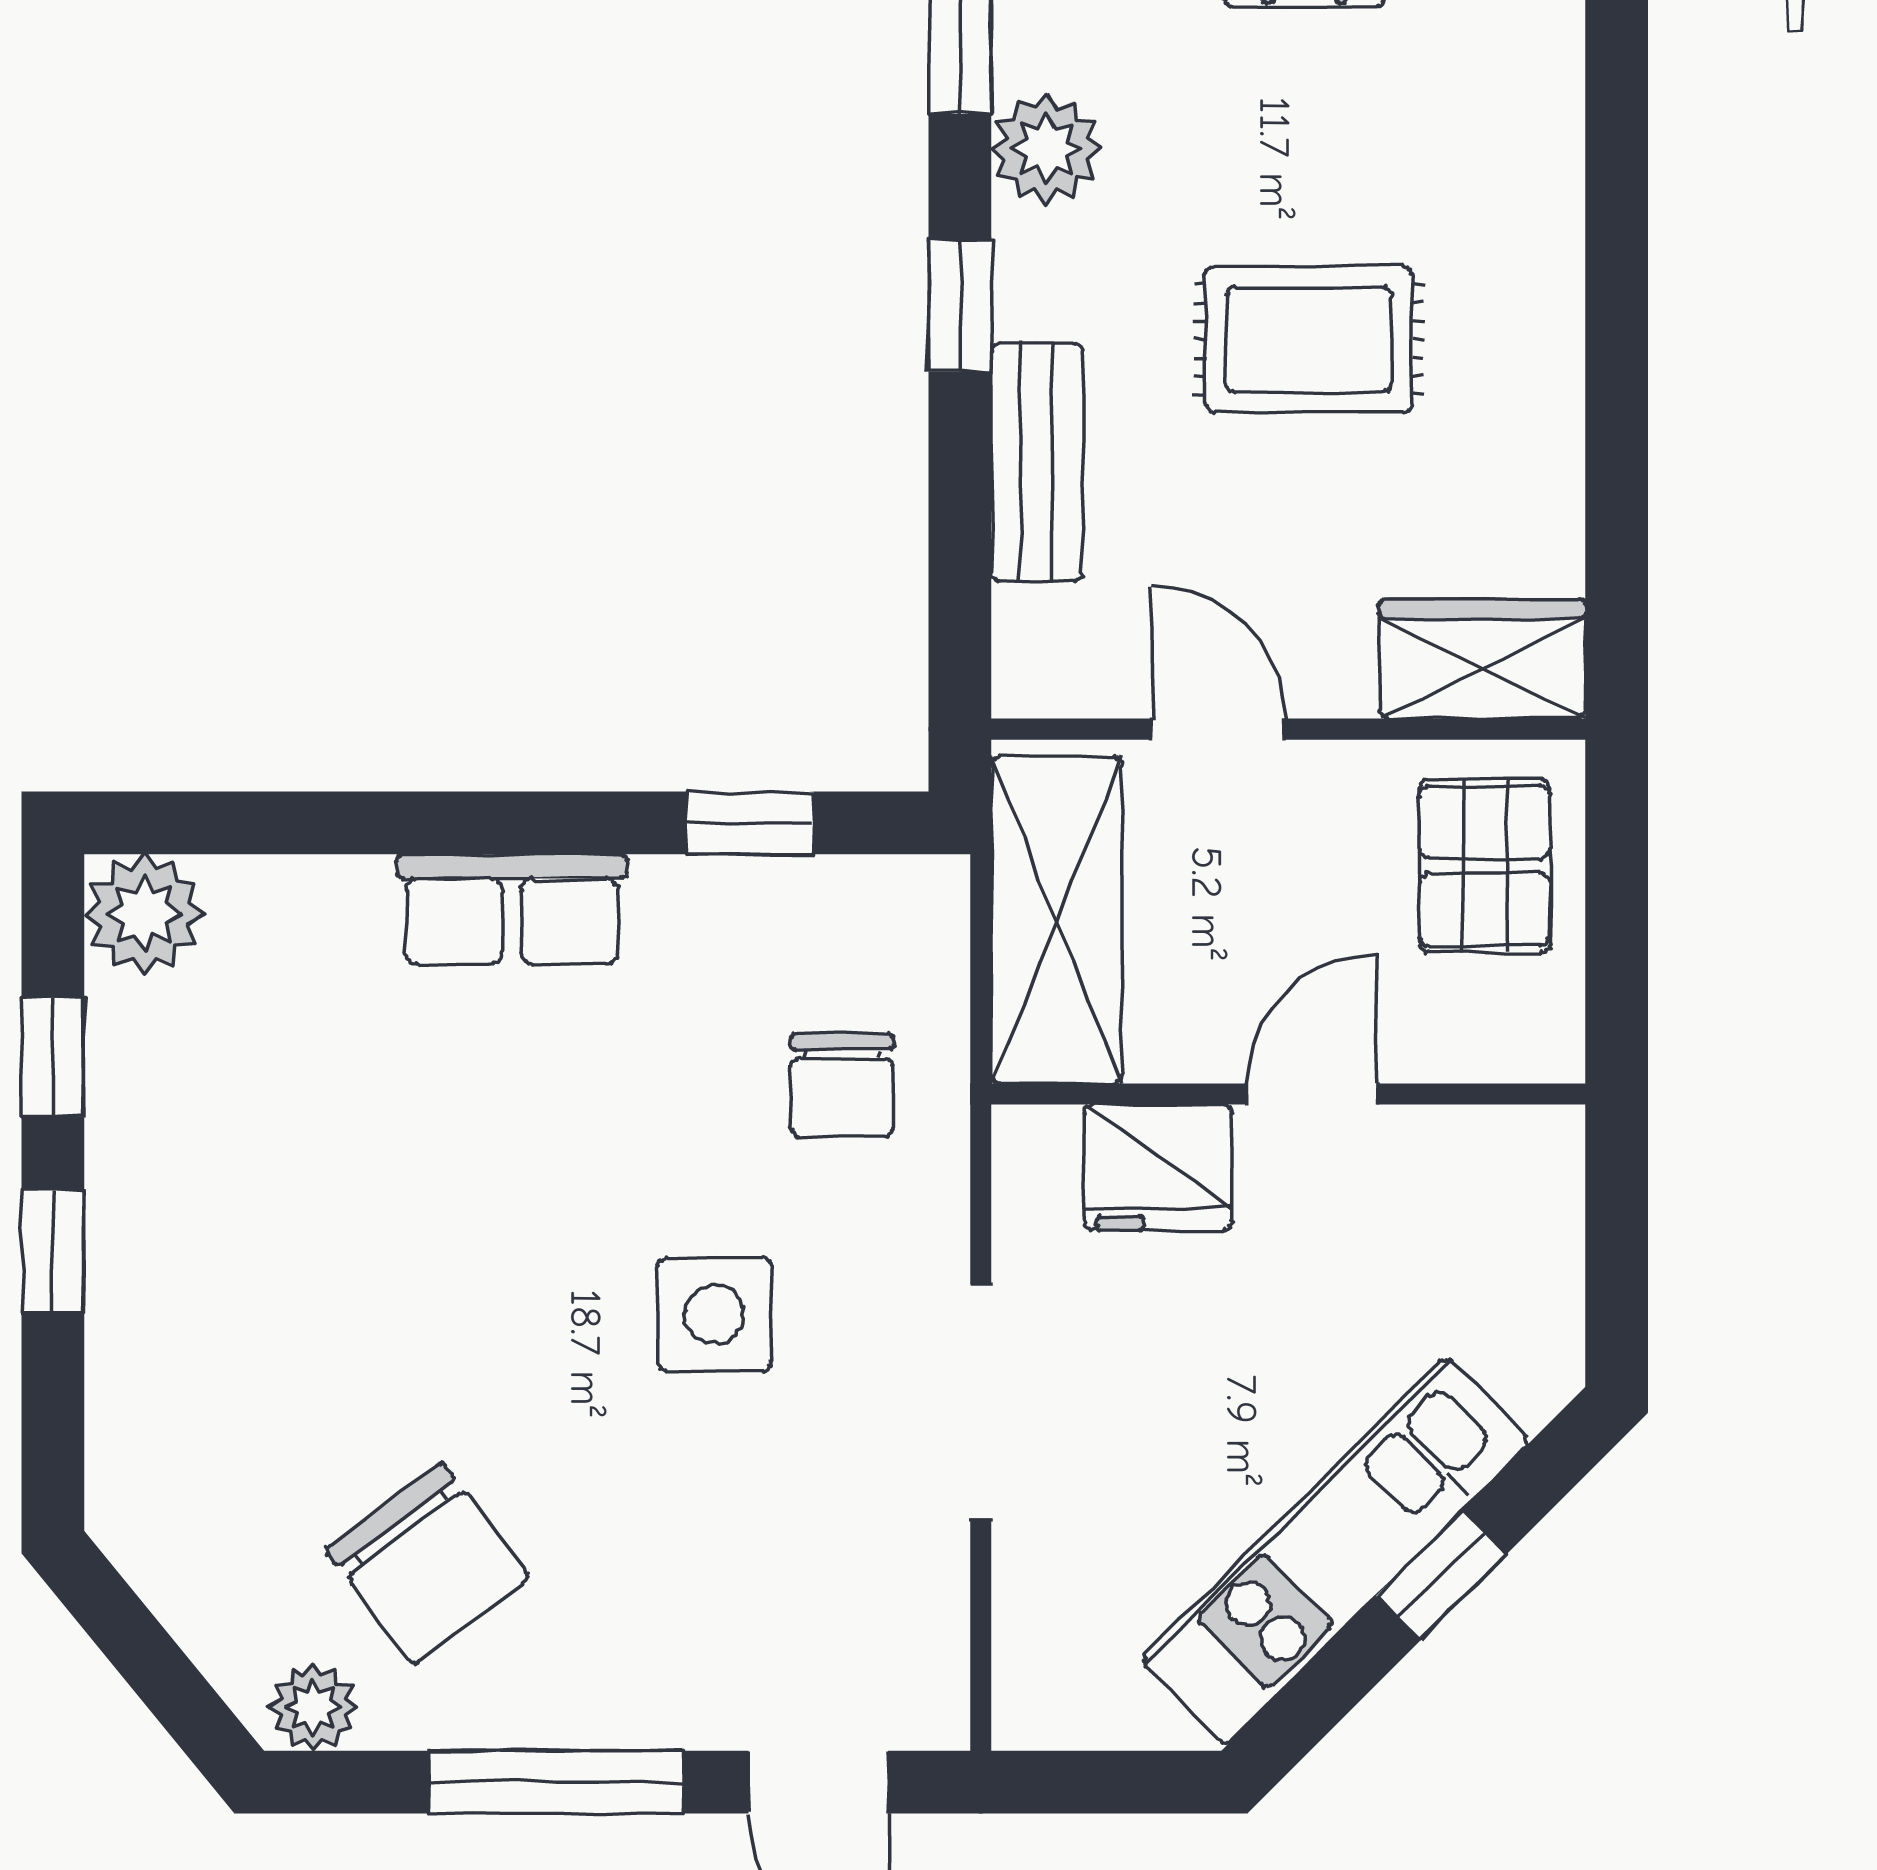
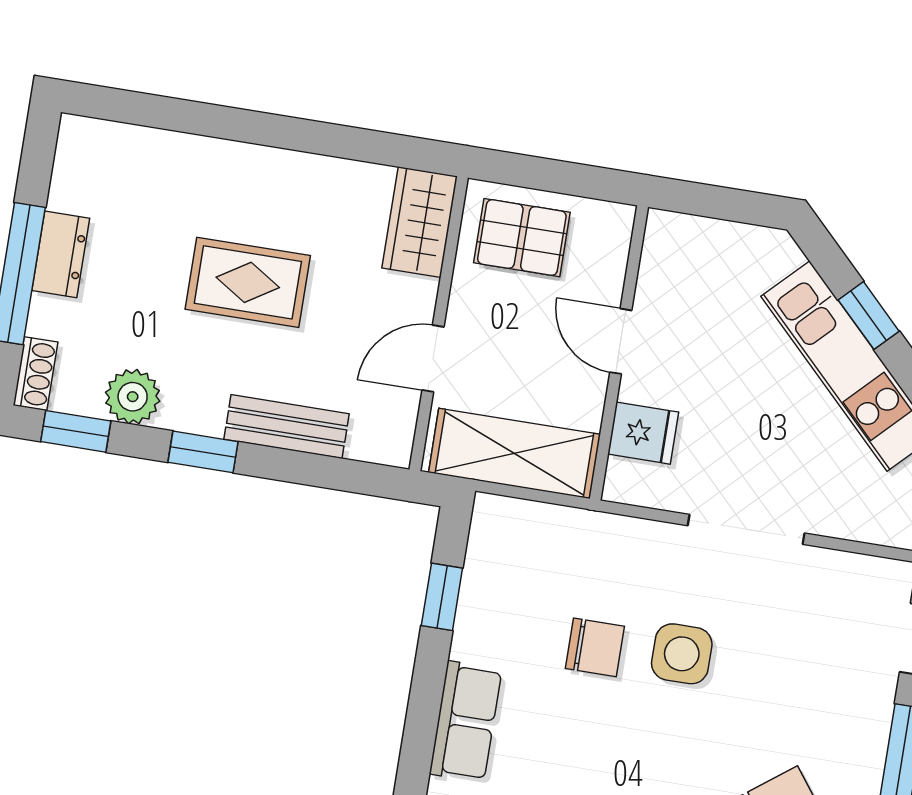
rug: (1309, 339) -> (248, 282), turned 90
chair: (842, 1085) -> (595, 647), moved
fridge: (1158, 1168) -> (643, 433), width x0.72

